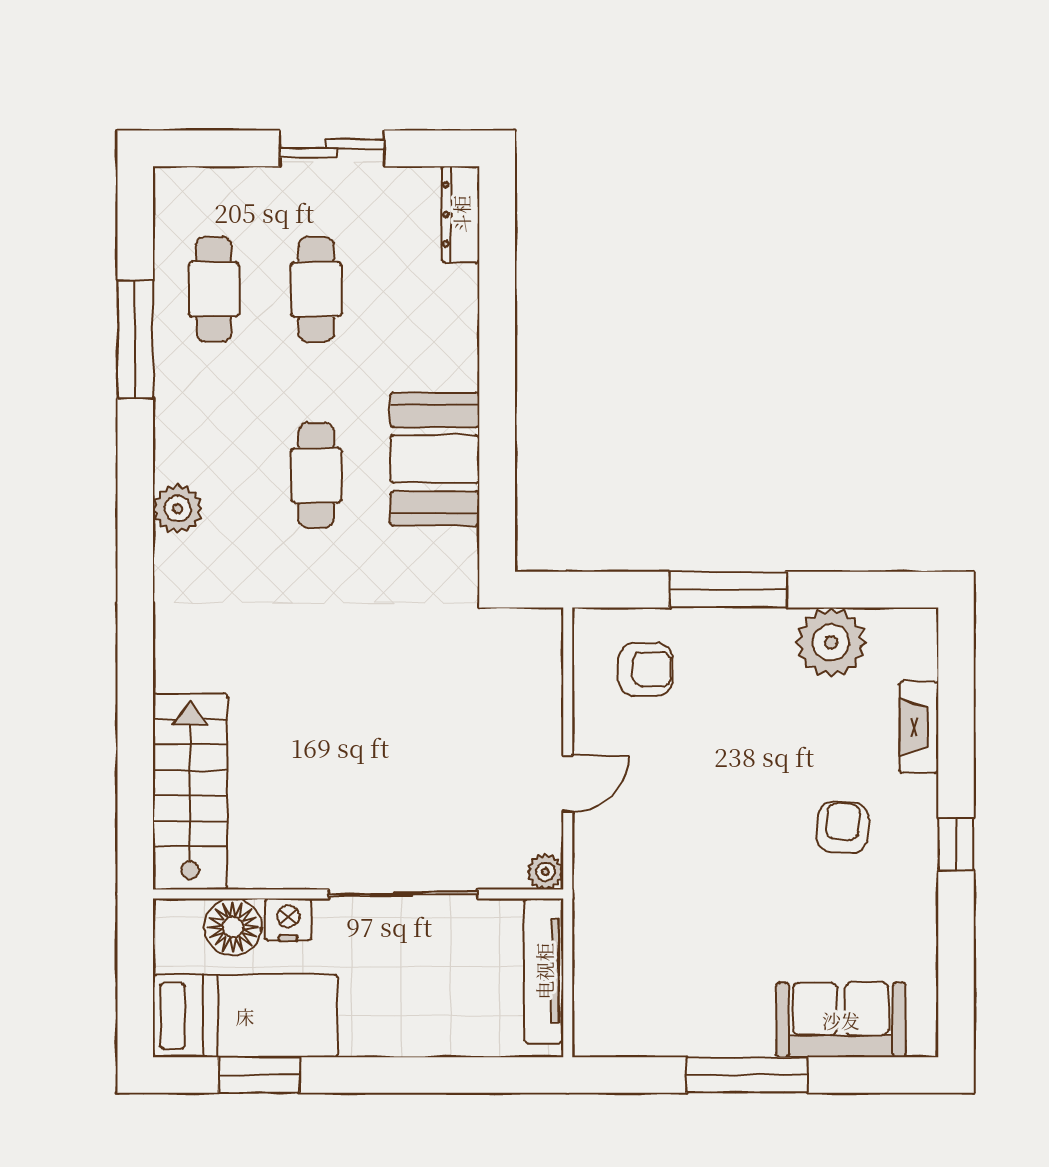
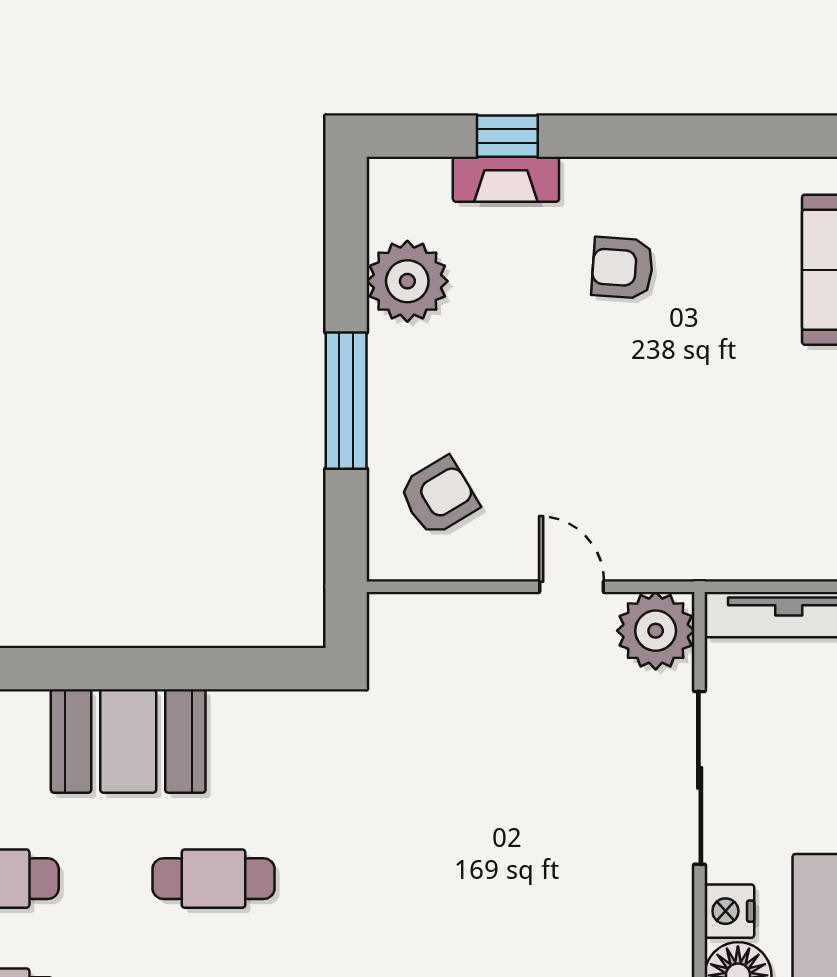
booth: (435, 459) -> (128, 741), moved
armchair: (646, 669) -> (439, 496), turned 59
window: (956, 844) -> (507, 136), moved
plant: (545, 872) -> (656, 631), width x1.88, depth x1.88

